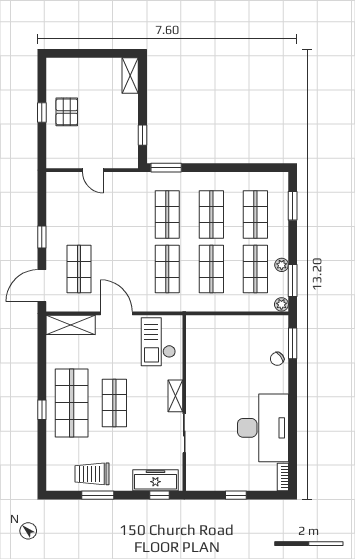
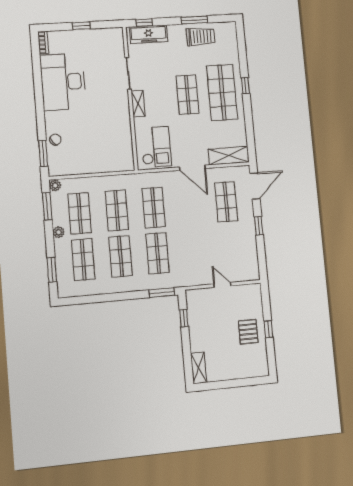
plant: (282, 265) -> (59, 232), moved

